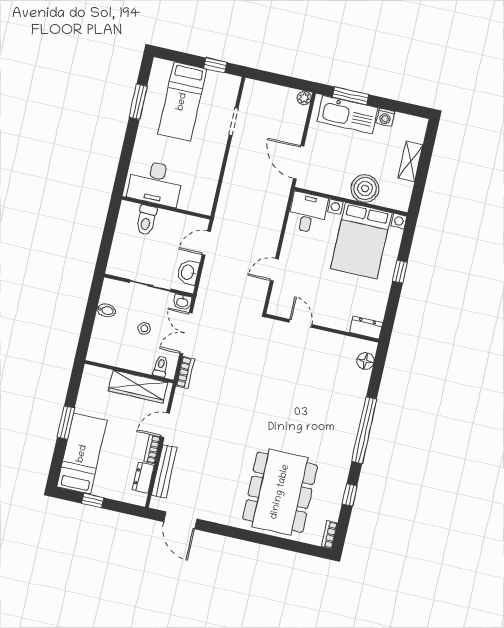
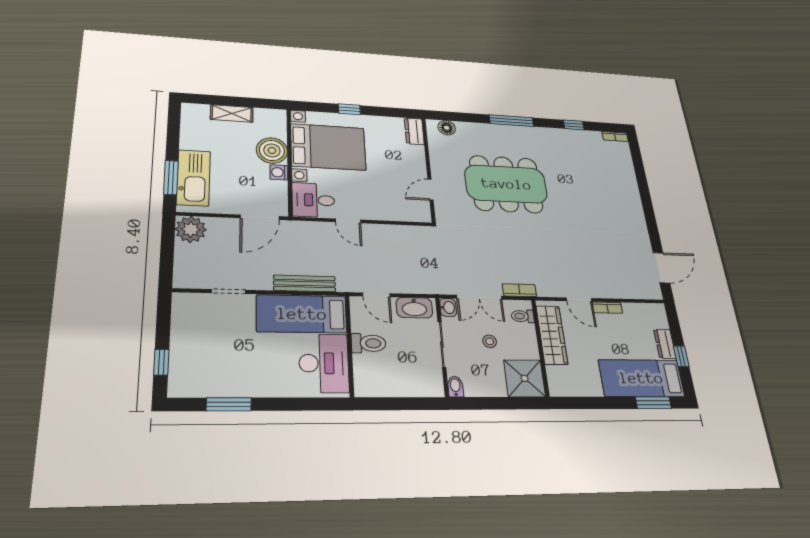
window: (215, 65) -> (161, 362), moved
plant: (304, 98) -> (191, 229), width x1.88, depth x1.88
bed: (182, 102) -> (302, 314), moved, turned 180
washing machine: (385, 117) -> (279, 172), moved, turned 180
toilet: (146, 220) -> (369, 343), moved
door: (274, 270) -> (348, 221), moved
washbasin: (188, 272) -> (414, 308), width x1.38
bidet: (106, 310) -> (455, 387), moved
shower: (105, 348) -> (525, 378), added
window: (66, 423) -> (653, 403), moved
window: (364, 430) -> (511, 121), width x0.68
bench: (164, 471) -> (305, 283), moved
dresser: (143, 478) -> (665, 344), moved, turned 90
dining table: (280, 492) -> (506, 184), moved

